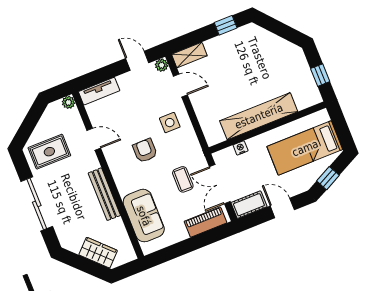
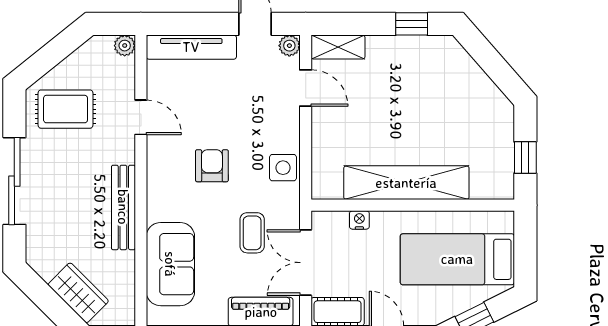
tv unit: (99, 91) -> (191, 47), width x1.41
side table: (170, 123) -> (283, 168), moved

